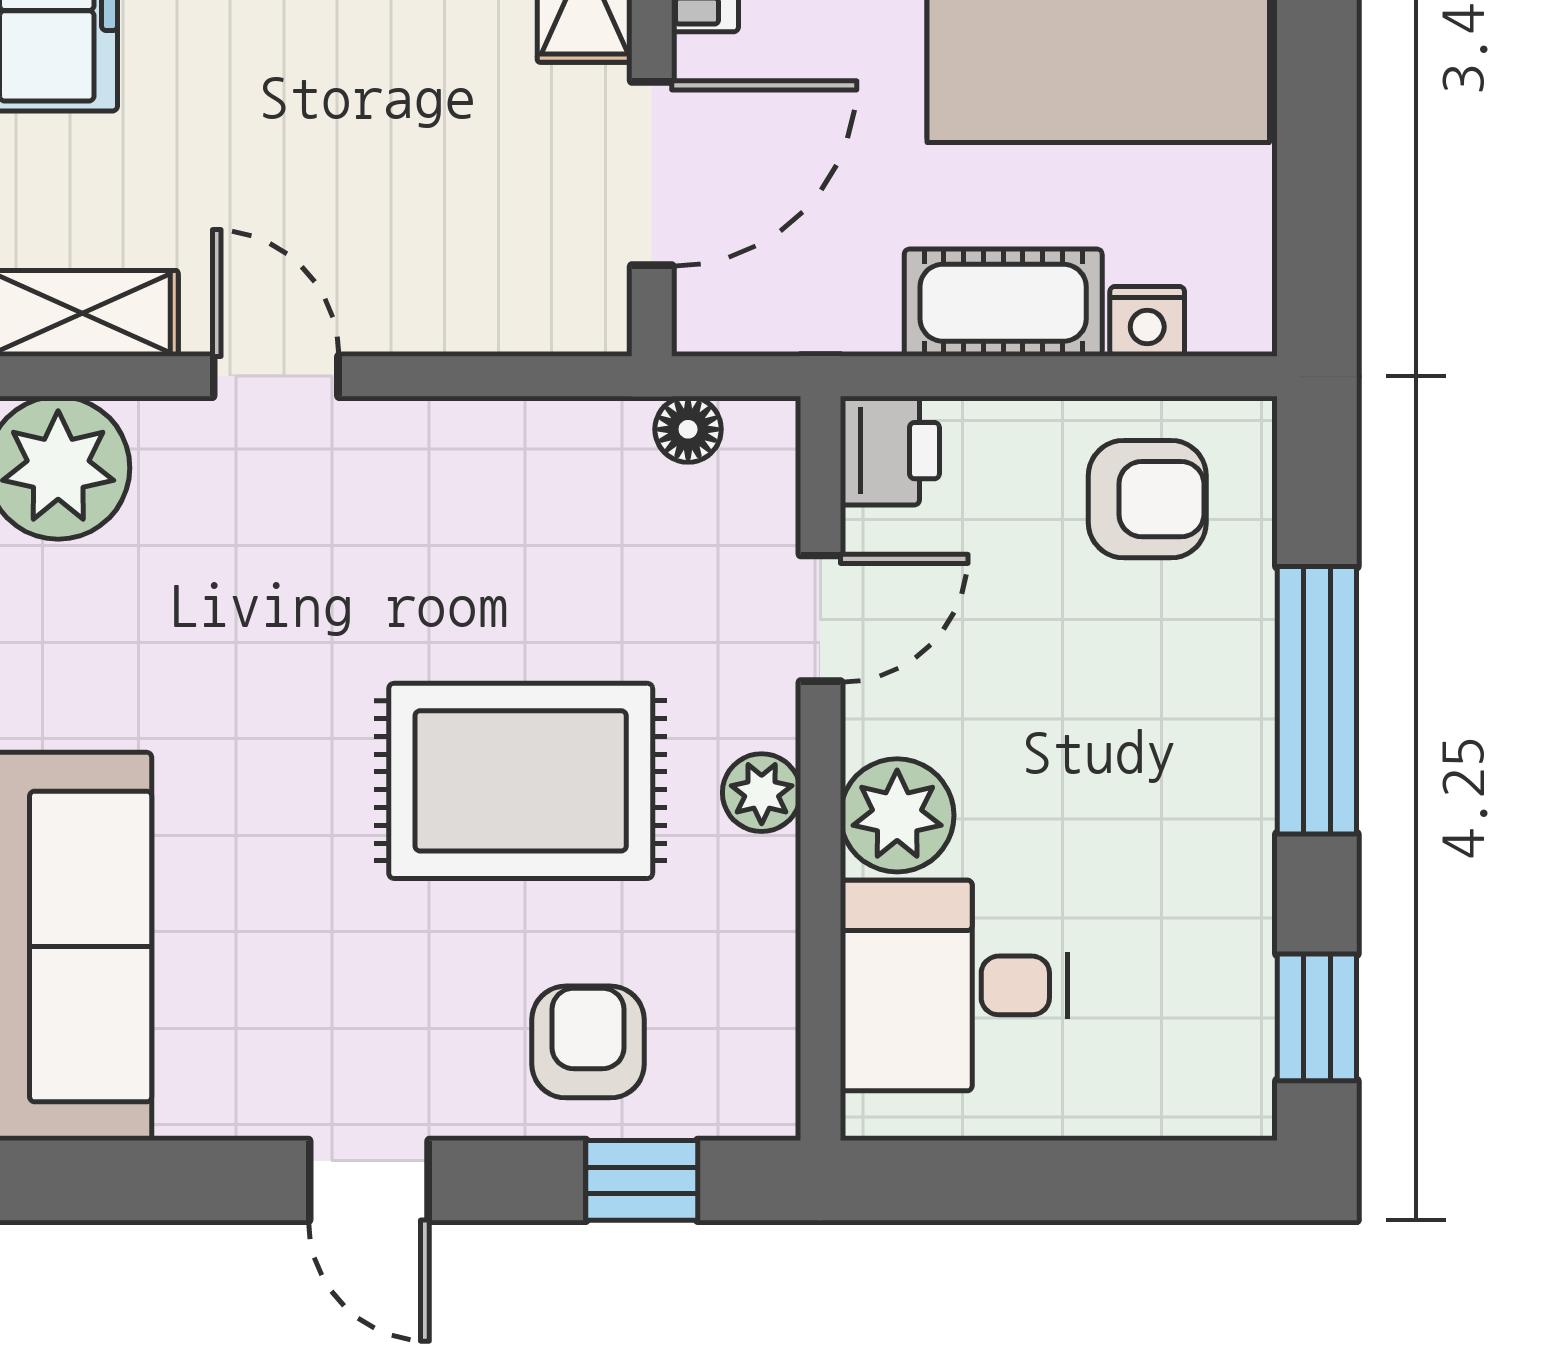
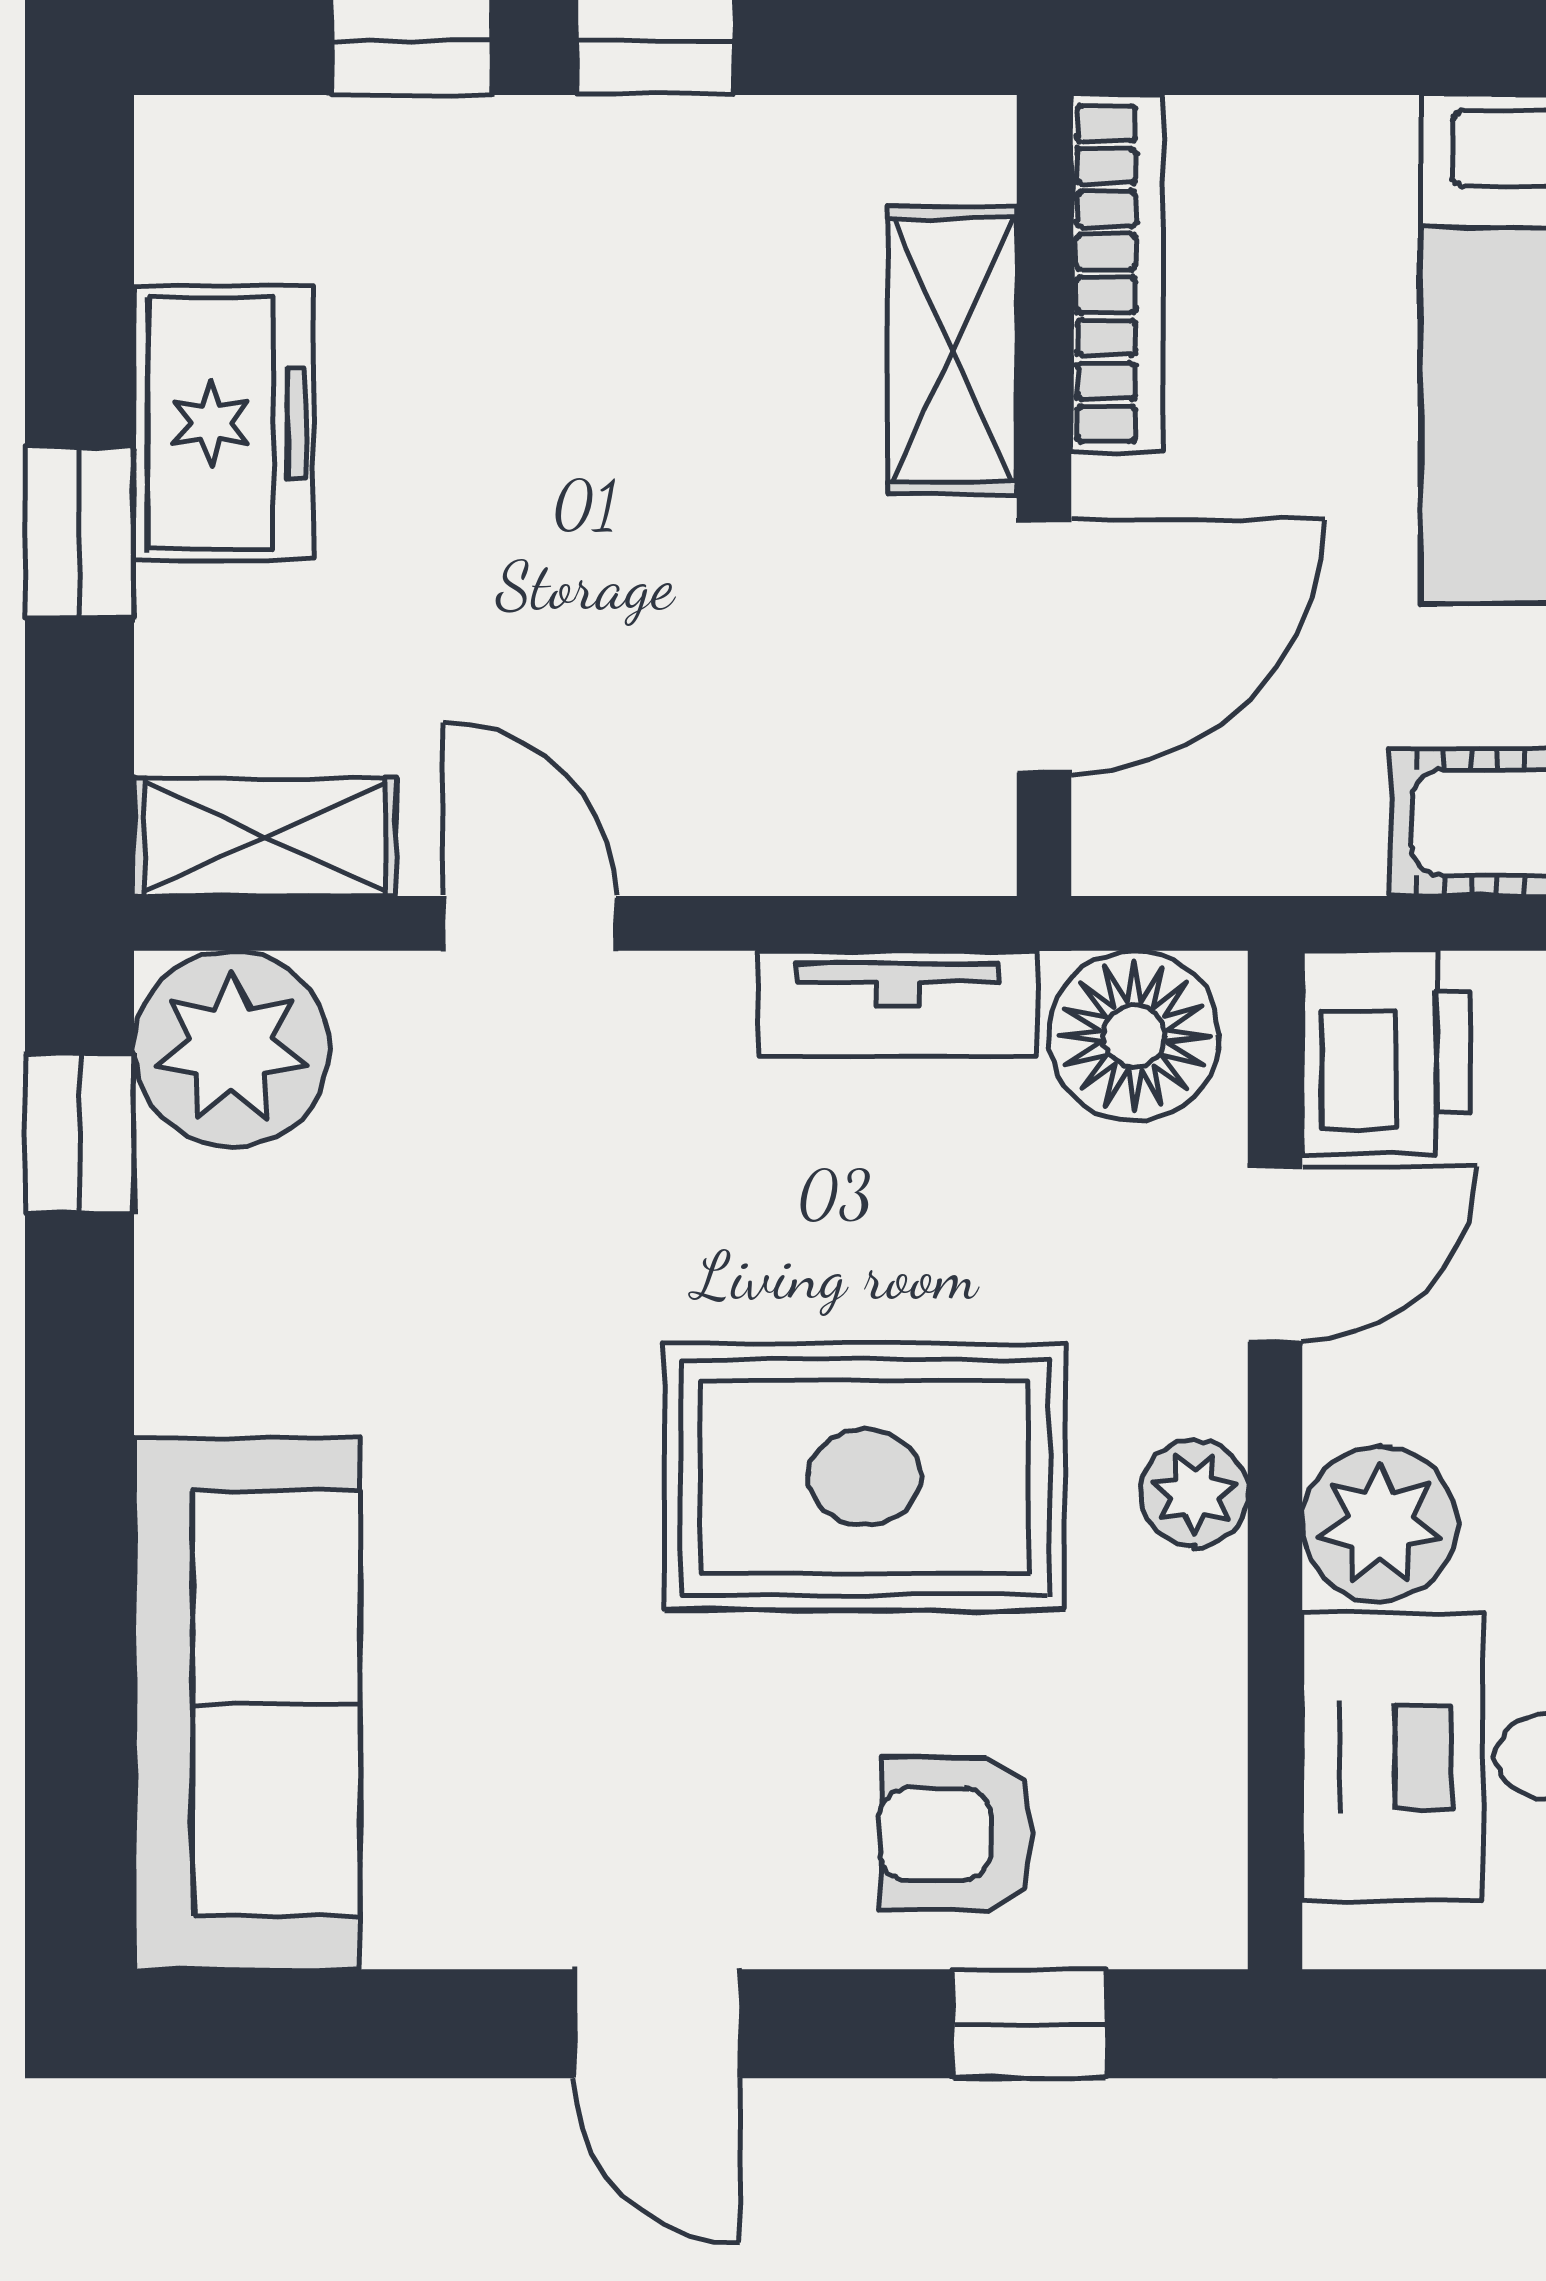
floor lamp: (688, 429) -> (1134, 1036), width x1.89, depth x1.89
tv unit: (545, 435) -> (898, 1004), added
printer: (890, 451) -> (1386, 1052), width x1.36, depth x1.24
armchair: (588, 1042) -> (957, 1834), turned -90

